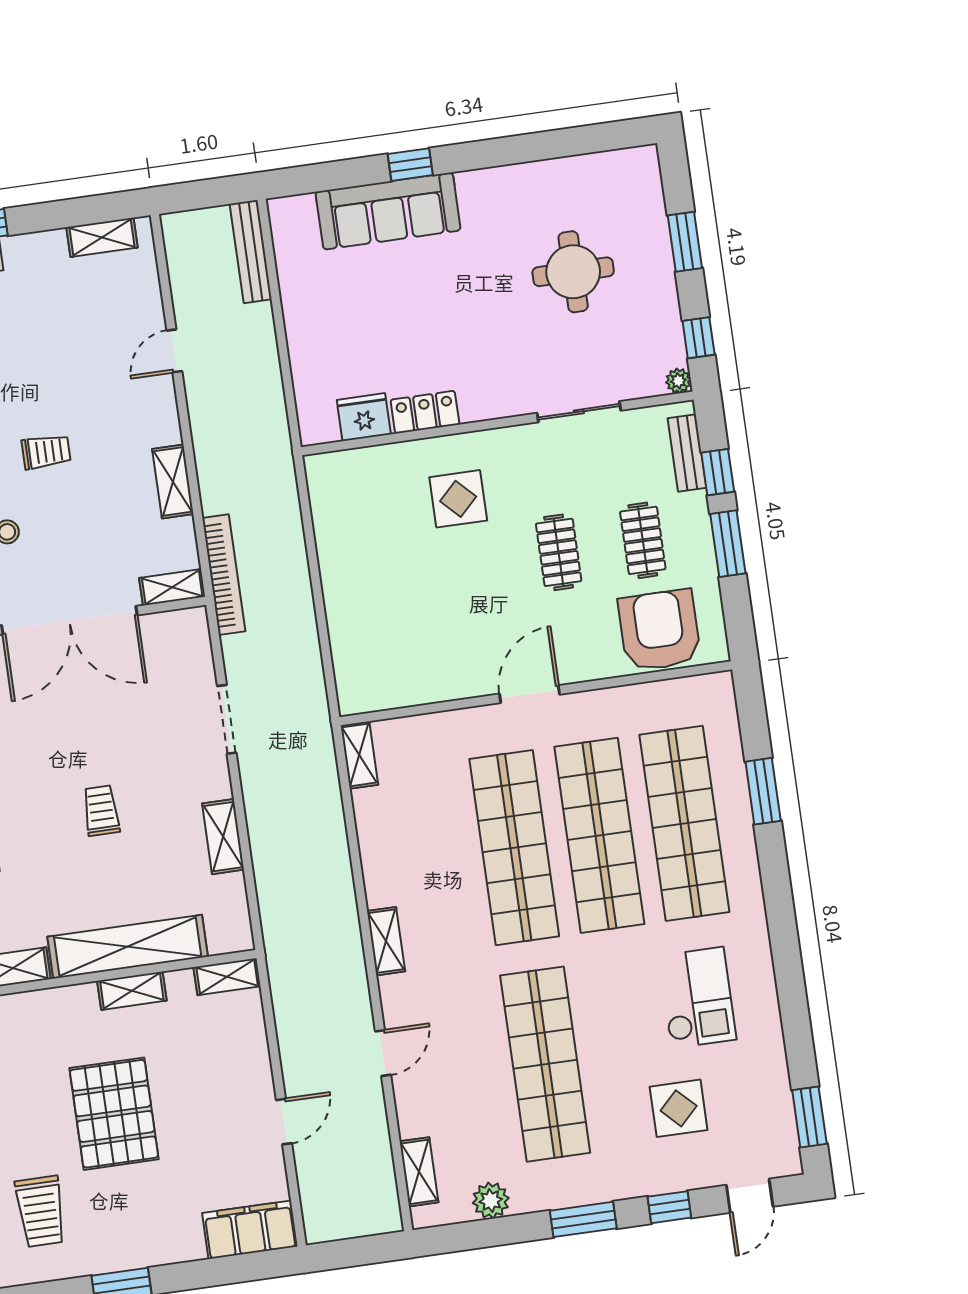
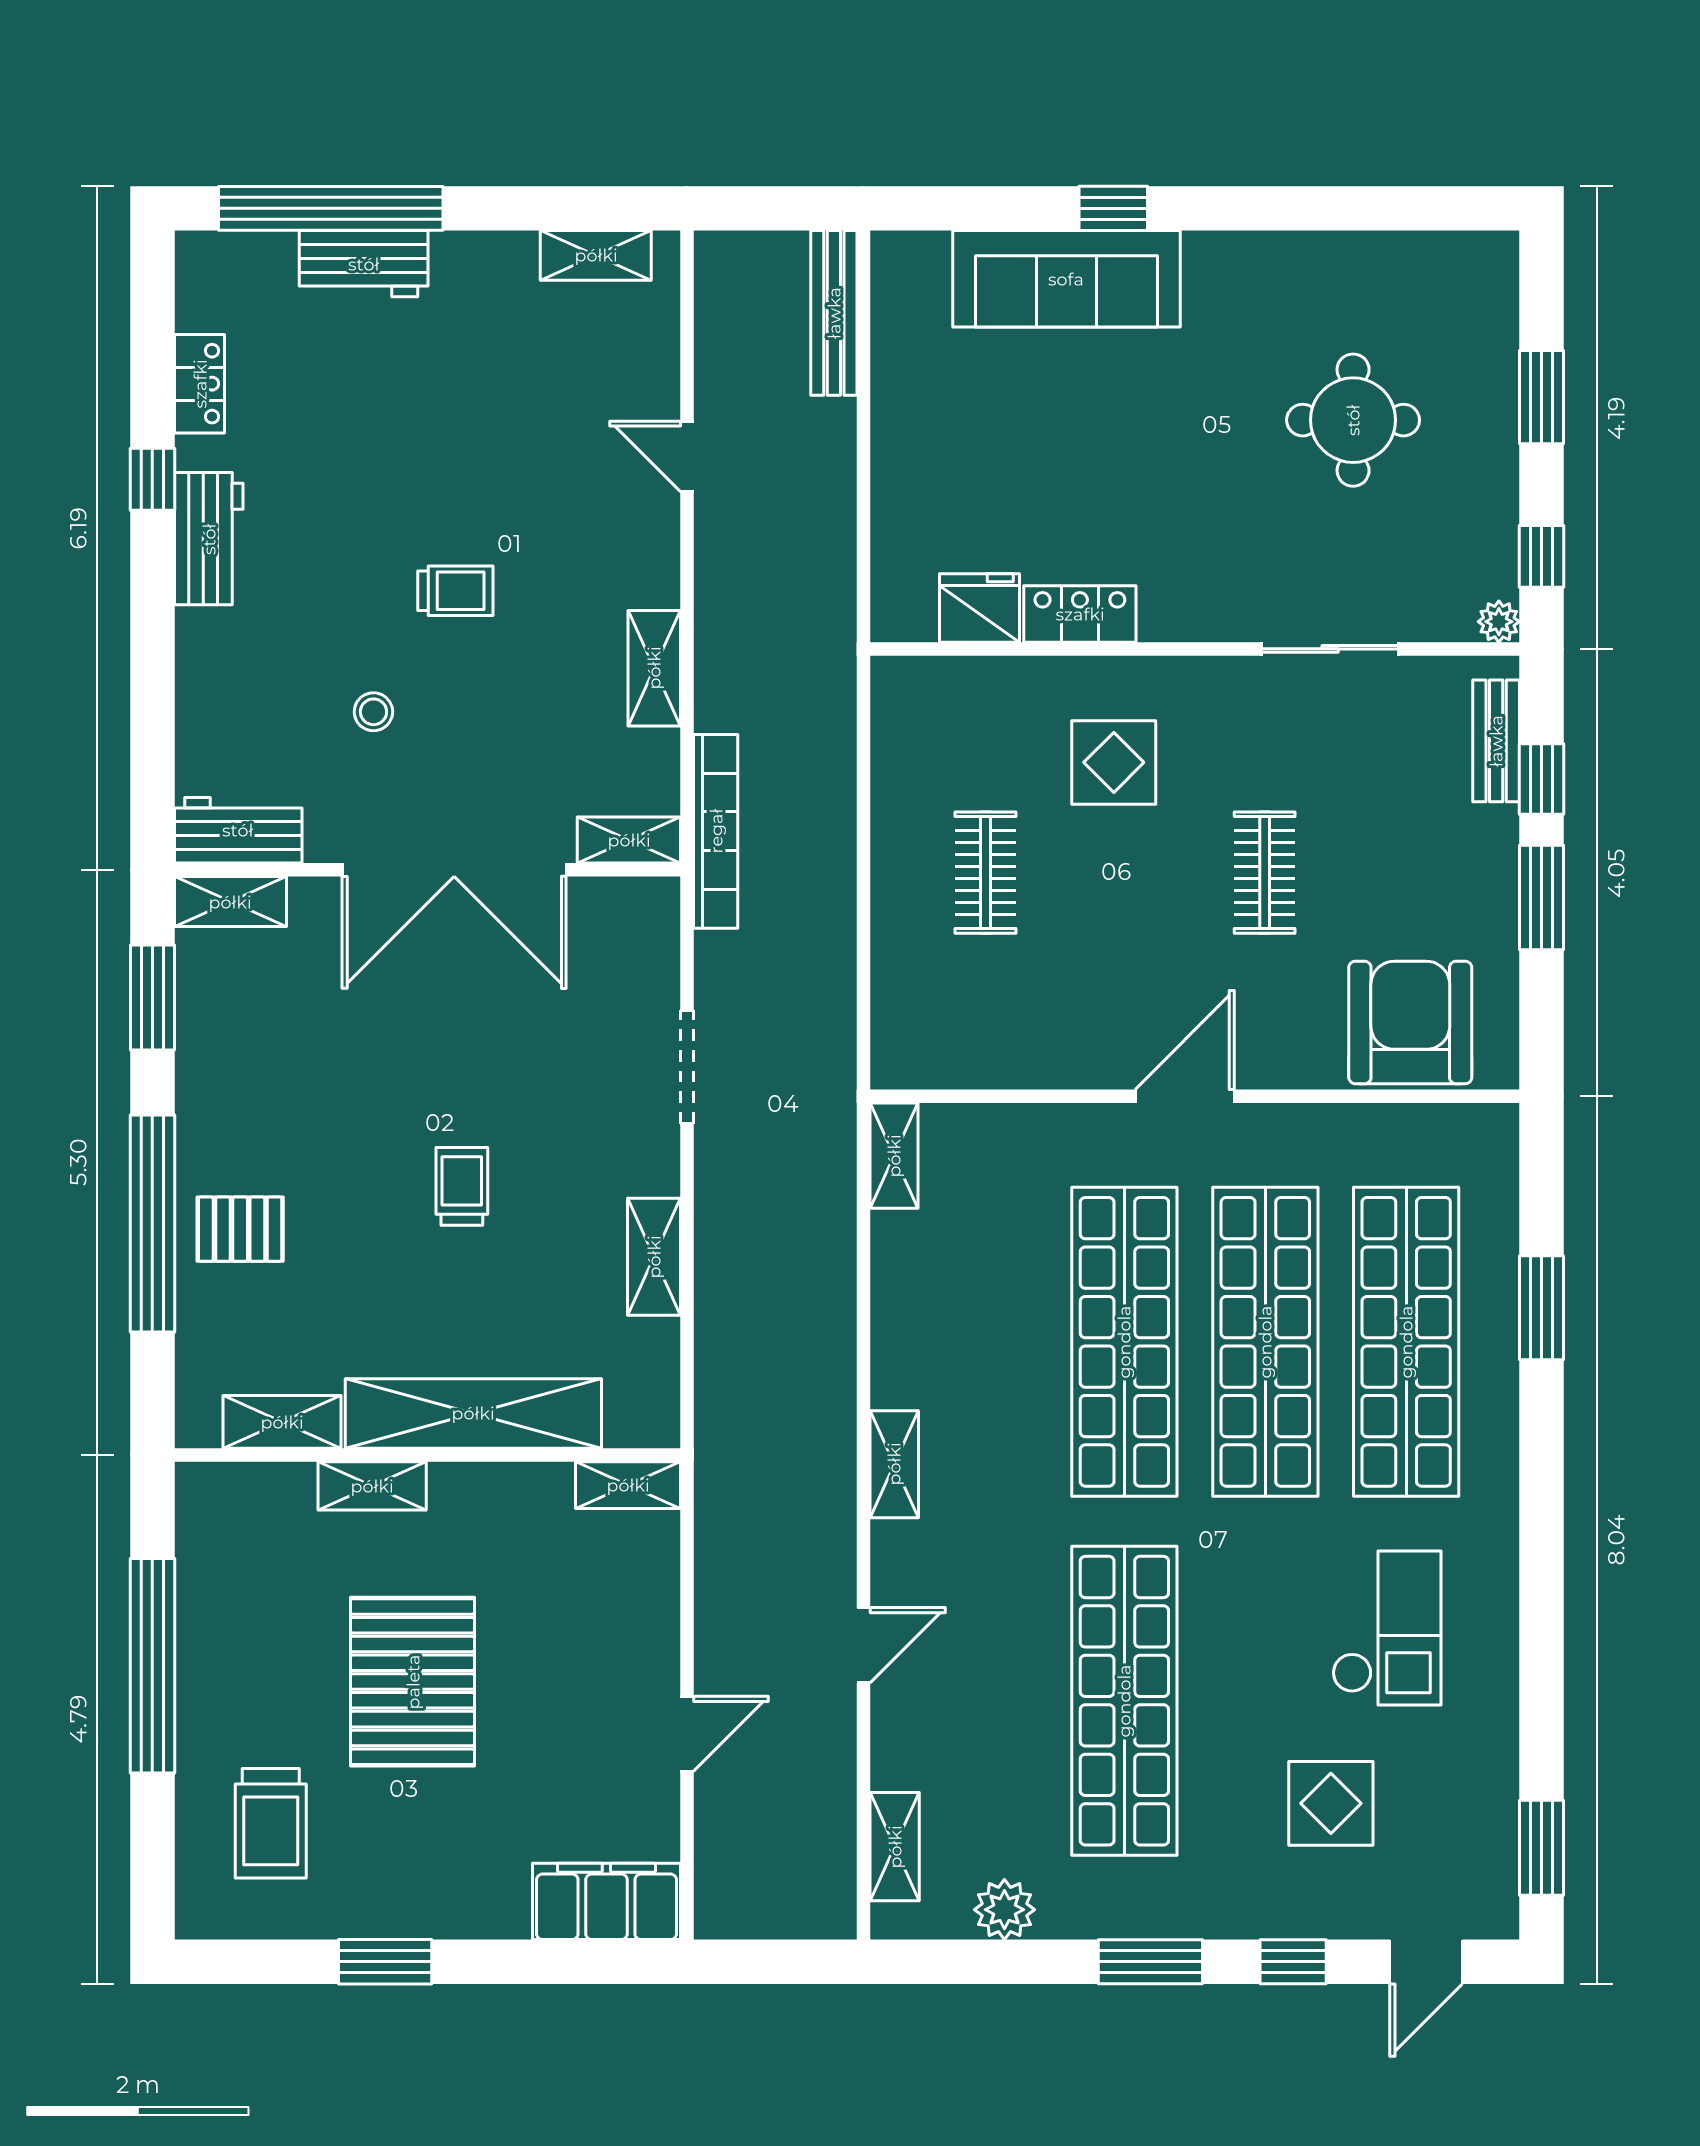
door: (174, 351) -> (687, 456), hinge flipped
clothes rail: (643, 540) -> (986, 873), moved
shelving: (132, 991) -> (372, 1486), moved

